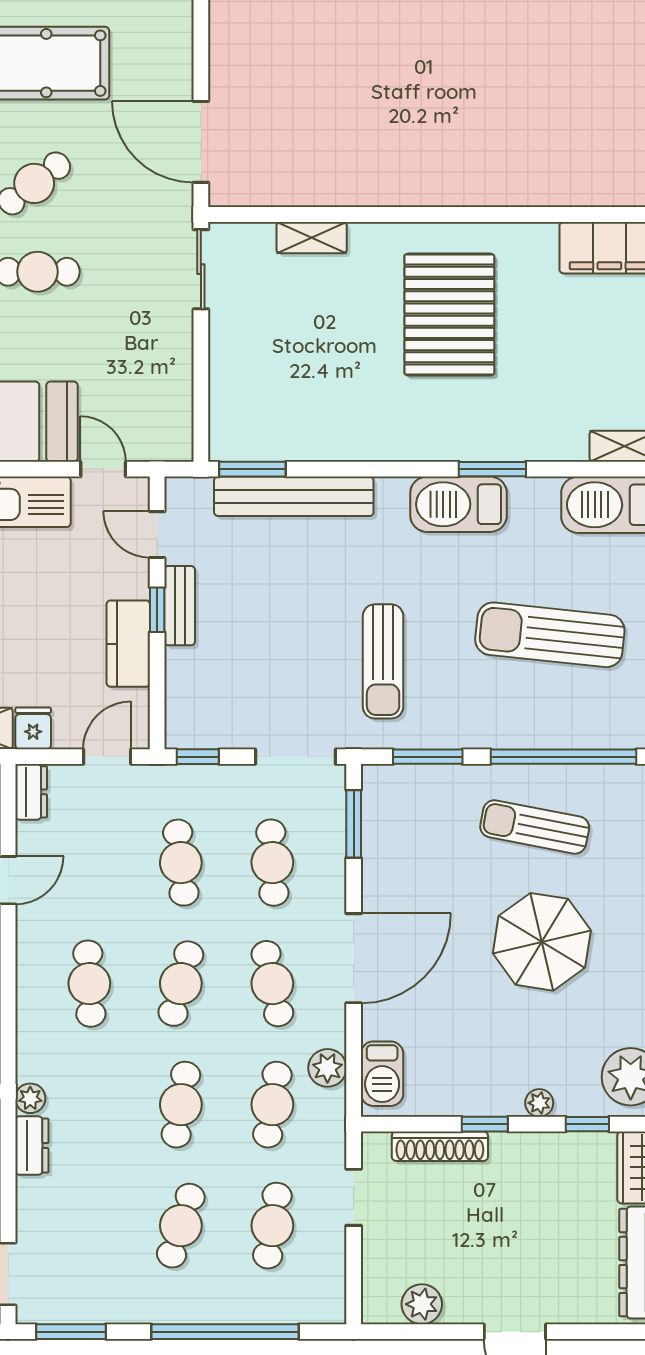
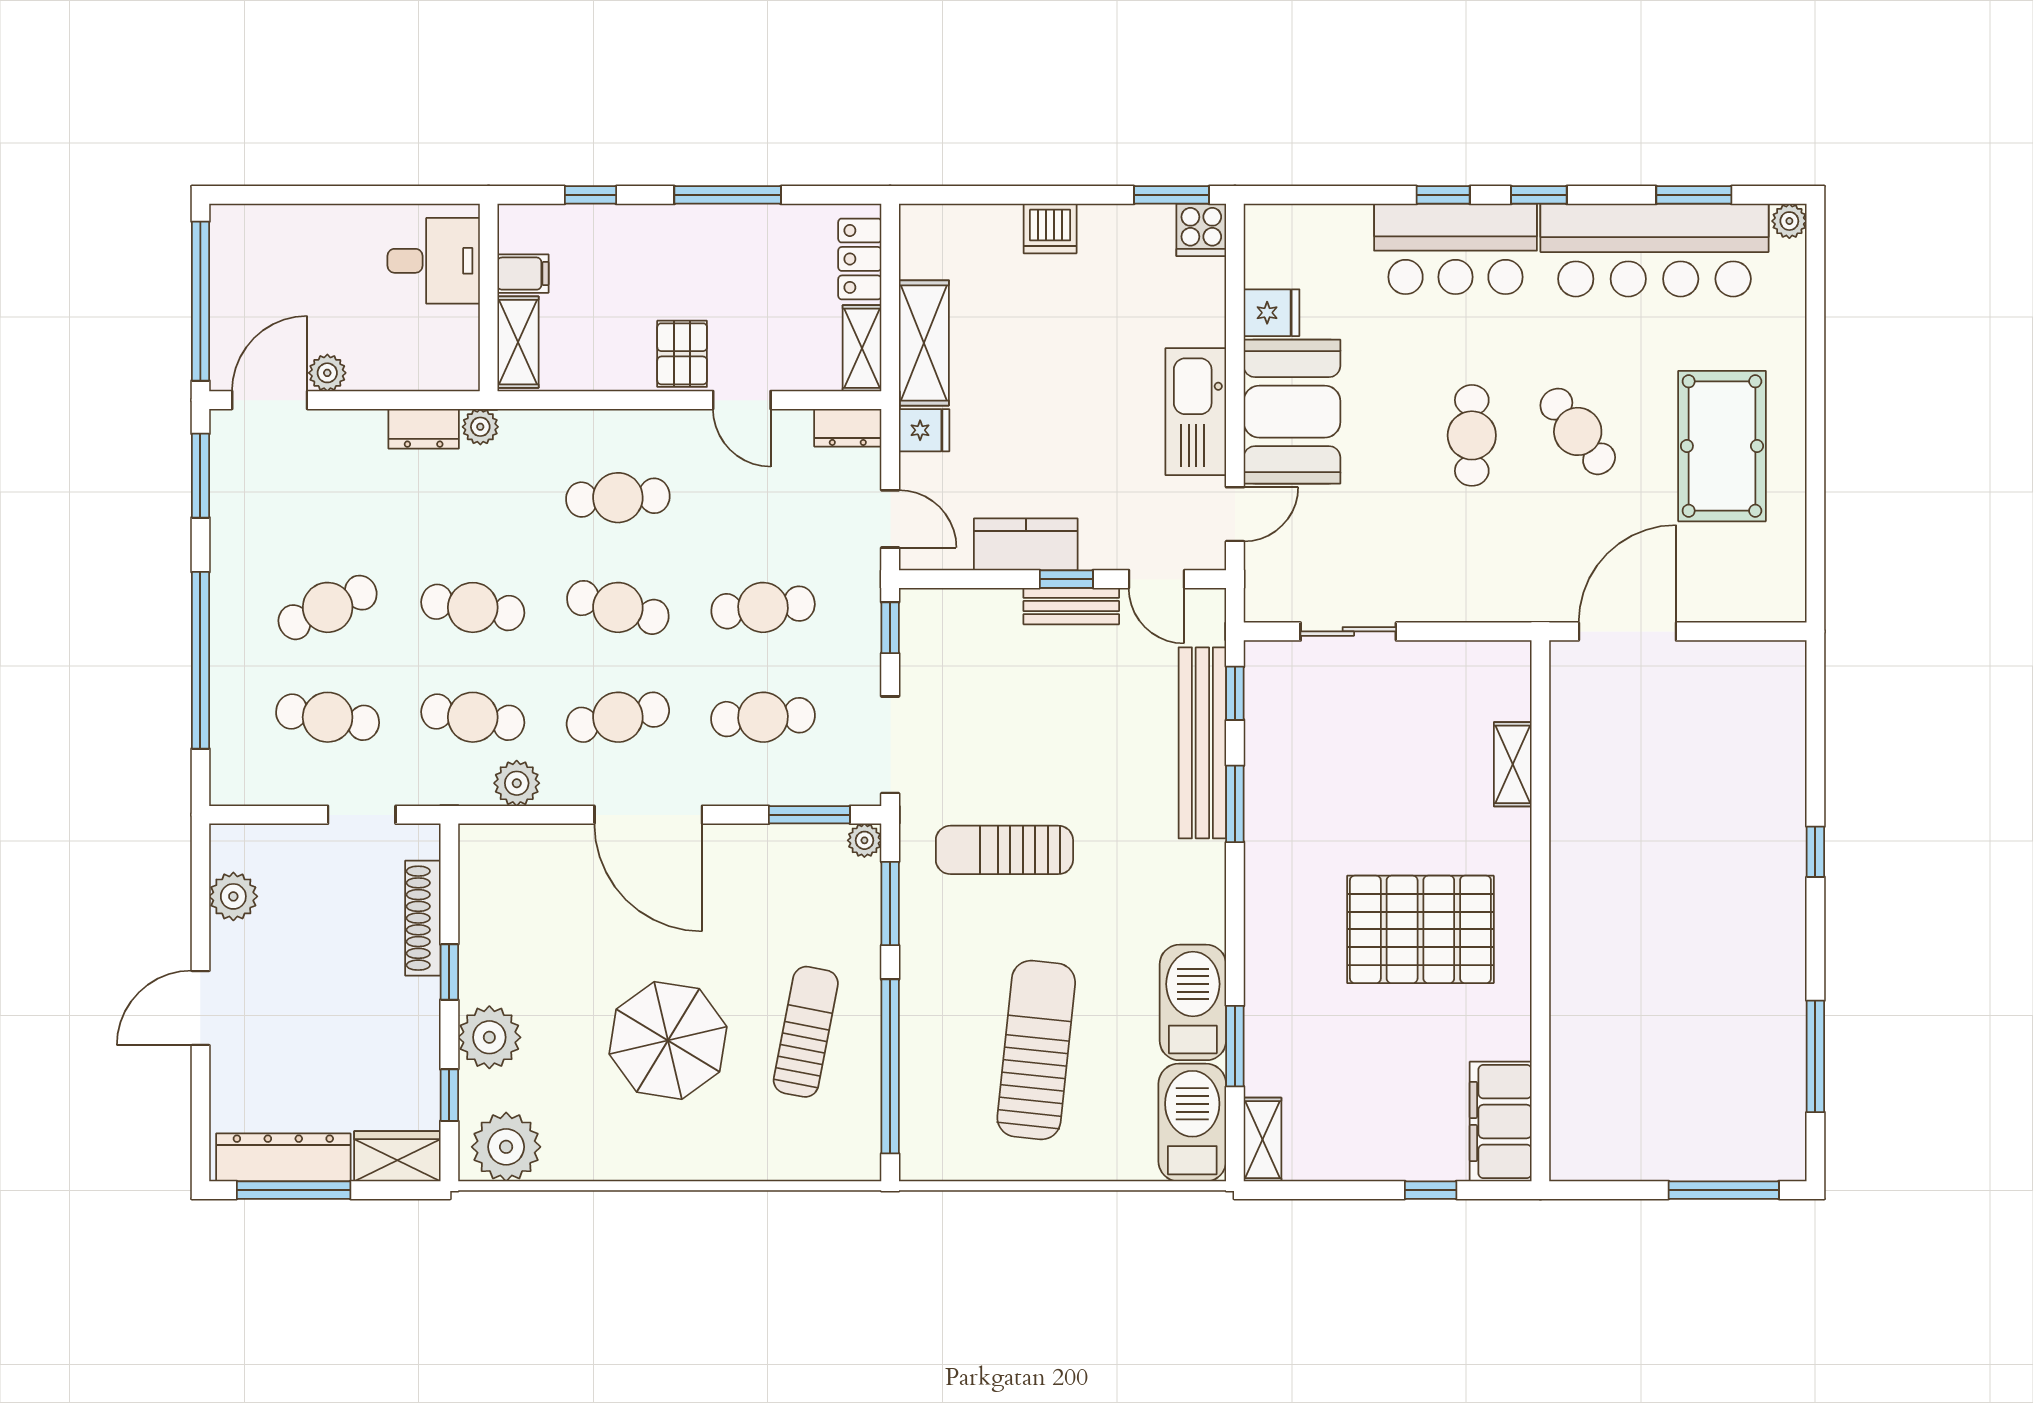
sliding door: (201, 269) -> (1348, 631), moved
window: (252, 469) -> (1235, 693), width x0.67
window: (345, 469) -> (1235, 804), added
window: (492, 469) -> (1235, 1046), moved
barbecue: (459, 504) -> (1193, 1002), moved
door: (157, 535) -> (1157, 579), swing flipped
plant: (375, 778) -> (864, 840), added
barbecue: (382, 1074) -> (510, 849), removed
plant: (539, 1103) -> (489, 1037), width x1.88, depth x1.88
cafe table: (181, 1226) -> (328, 607), turned -42

